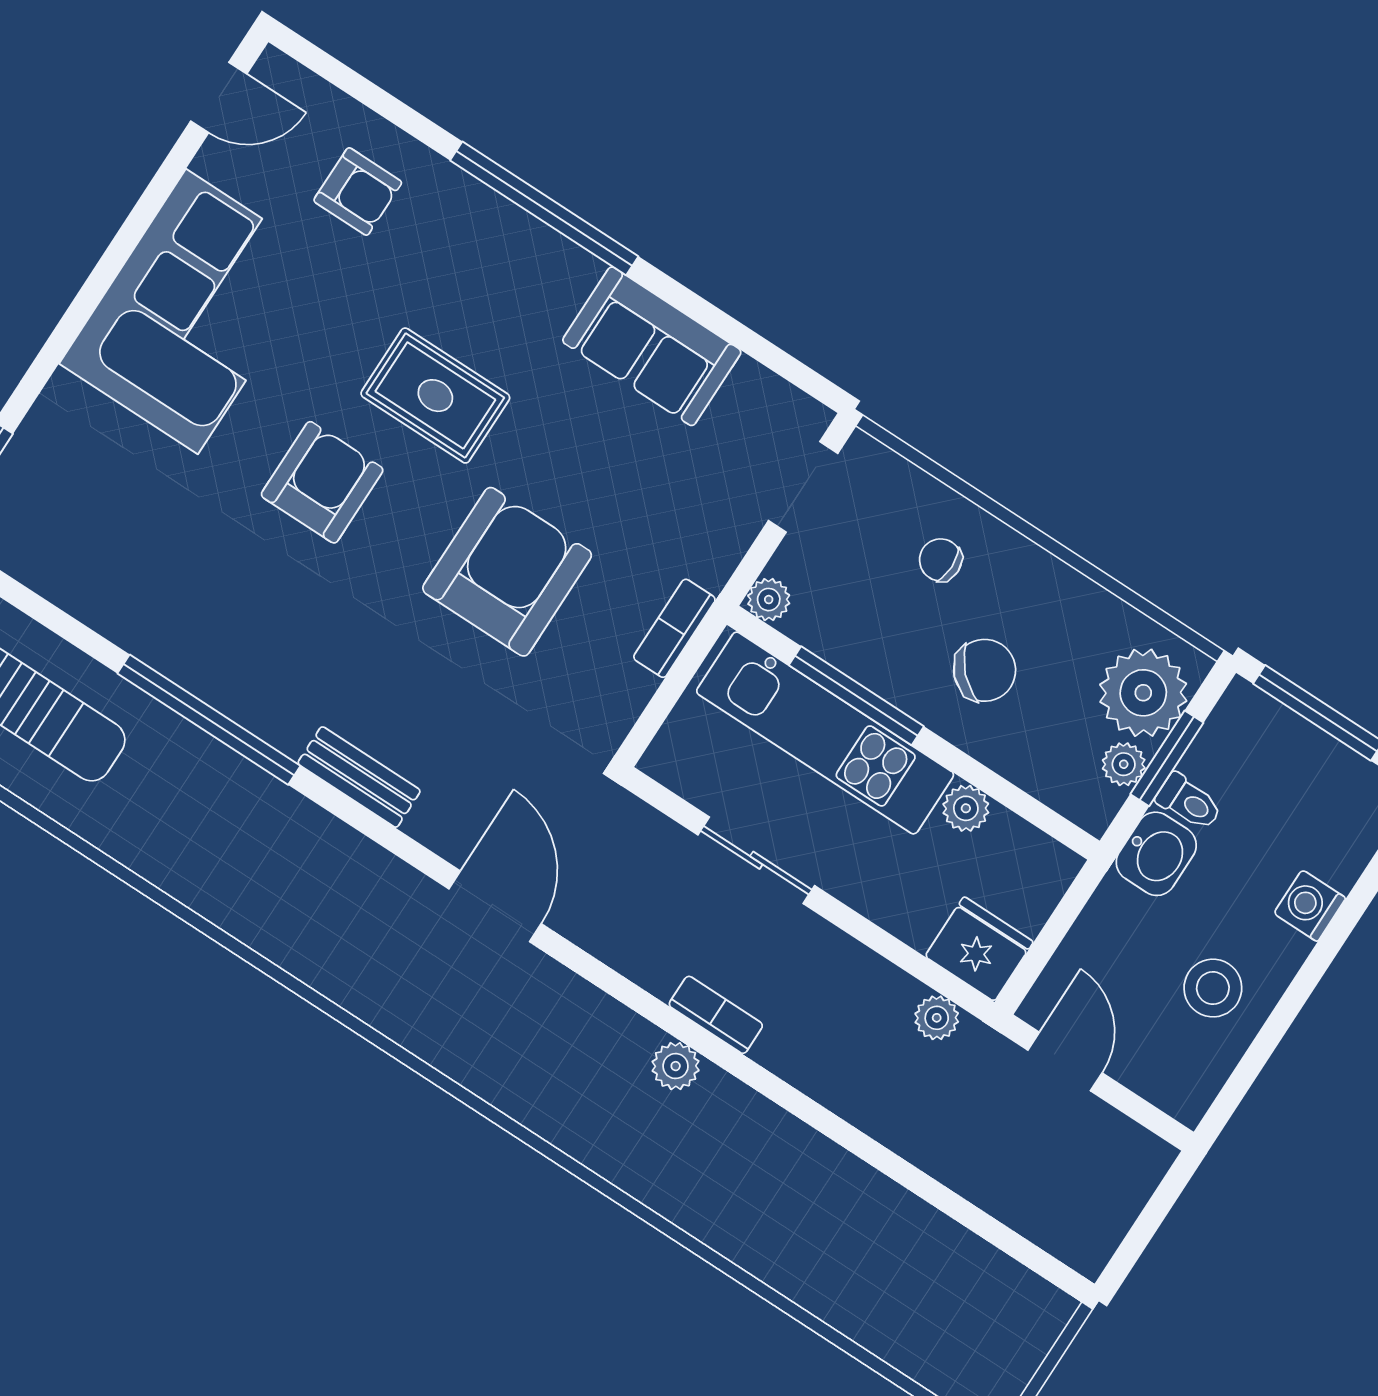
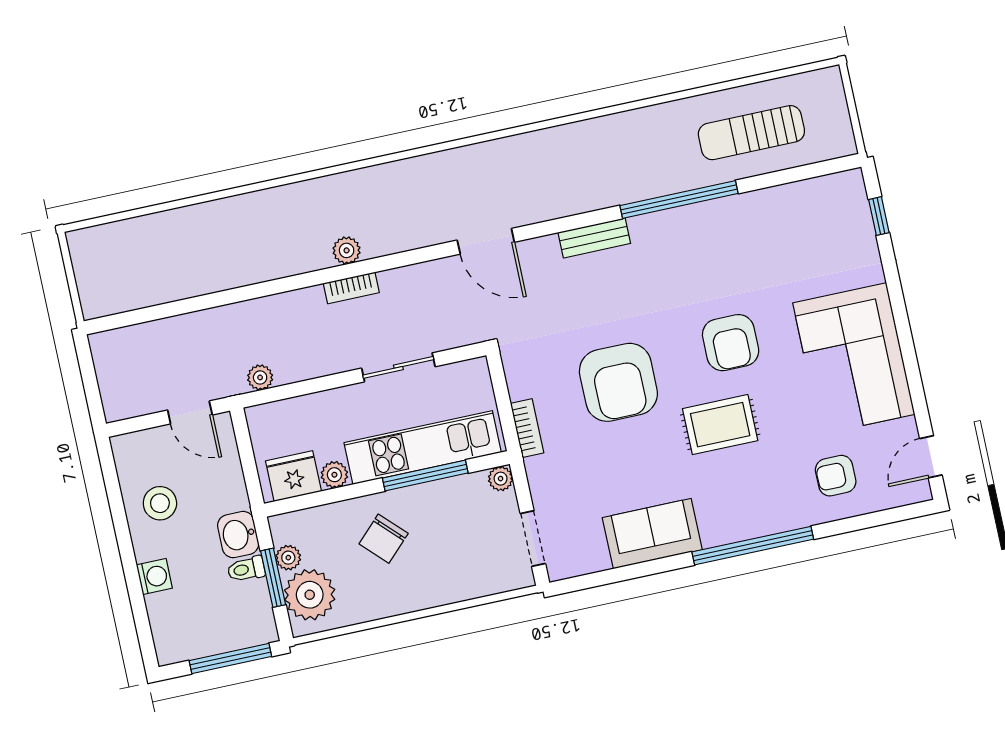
chair: (941, 560) -> (447, 565), removed
fridge: (979, 949) -> (293, 476), moved, turned 180

